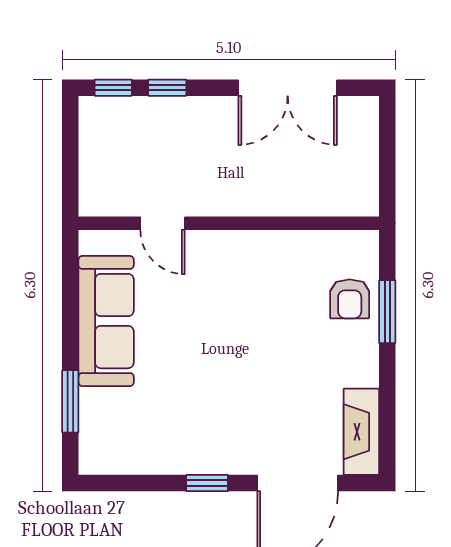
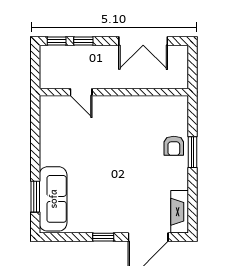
door: (163, 223) -> (81, 92), moved
wall: (229, 223) -> (114, 92), moved
sofa: (106, 321) -> (53, 199), moved

